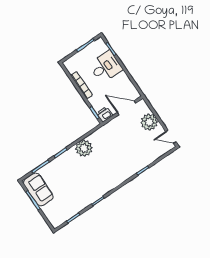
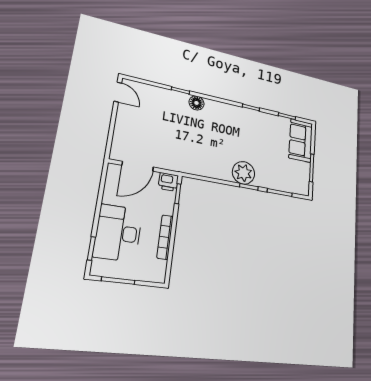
desk: (106, 67) -> (118, 233), width x1.37
door: (126, 108) -> (138, 166), hinge flipped
plant: (149, 122) -> (127, 128), removed
plant: (84, 148) -> (243, 173), moved
floor lamp: (129, 172) -> (197, 103), added
sofa: (38, 190) -> (301, 141), moved

